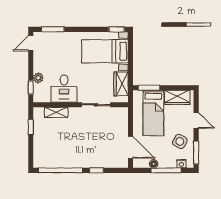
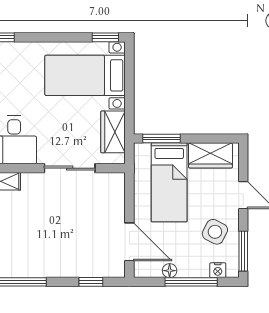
window: (97, 170) -> (91, 282), moved

